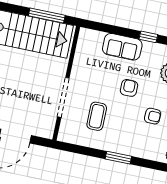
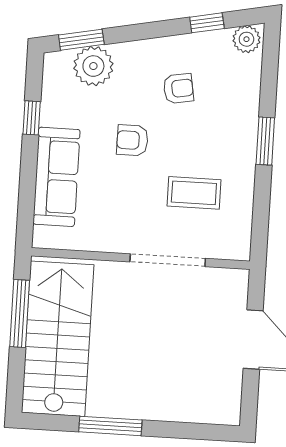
sofa: (122, 47) -> (57, 177), width x1.36
armchair: (153, 116) -> (178, 89), turned 78

